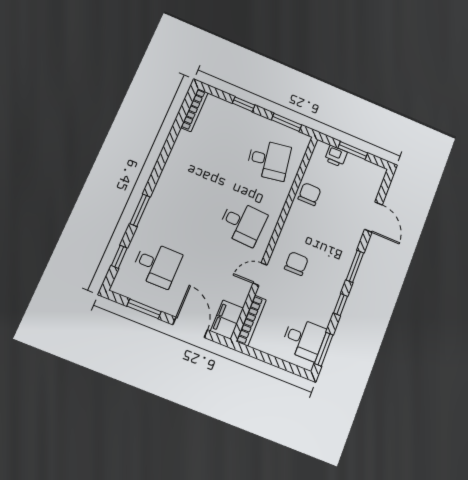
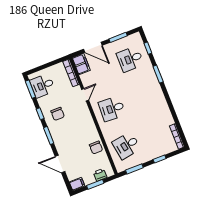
filing cabinet: (375, 172) -> (77, 184), added
chair: (296, 264) -> (58, 114), moved

